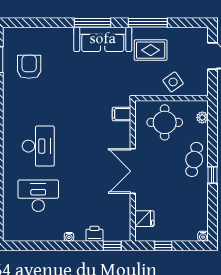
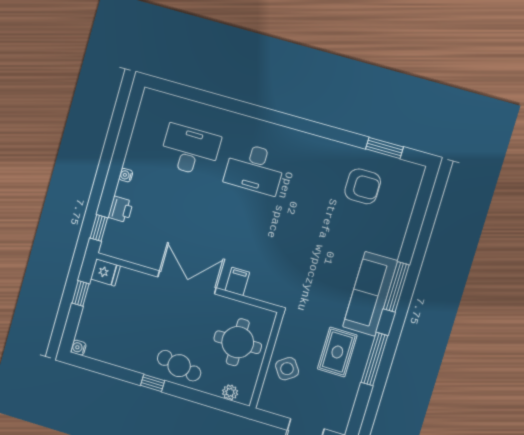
filing cabinet: (121, 114) -> (237, 281), moved
desk: (38, 196) -> (190, 150), turned -90
fridge: (144, 219) -> (105, 272), moved, turned -90

